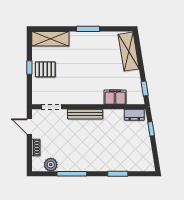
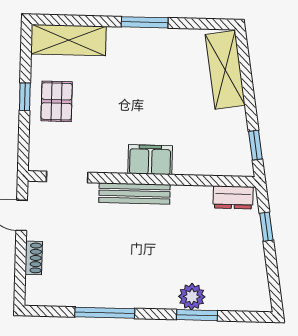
pallet: (45, 69) -> (57, 101), turned 90
filing cabinet: (115, 97) -> (150, 160), moved
plant: (51, 165) -> (192, 297), moved

